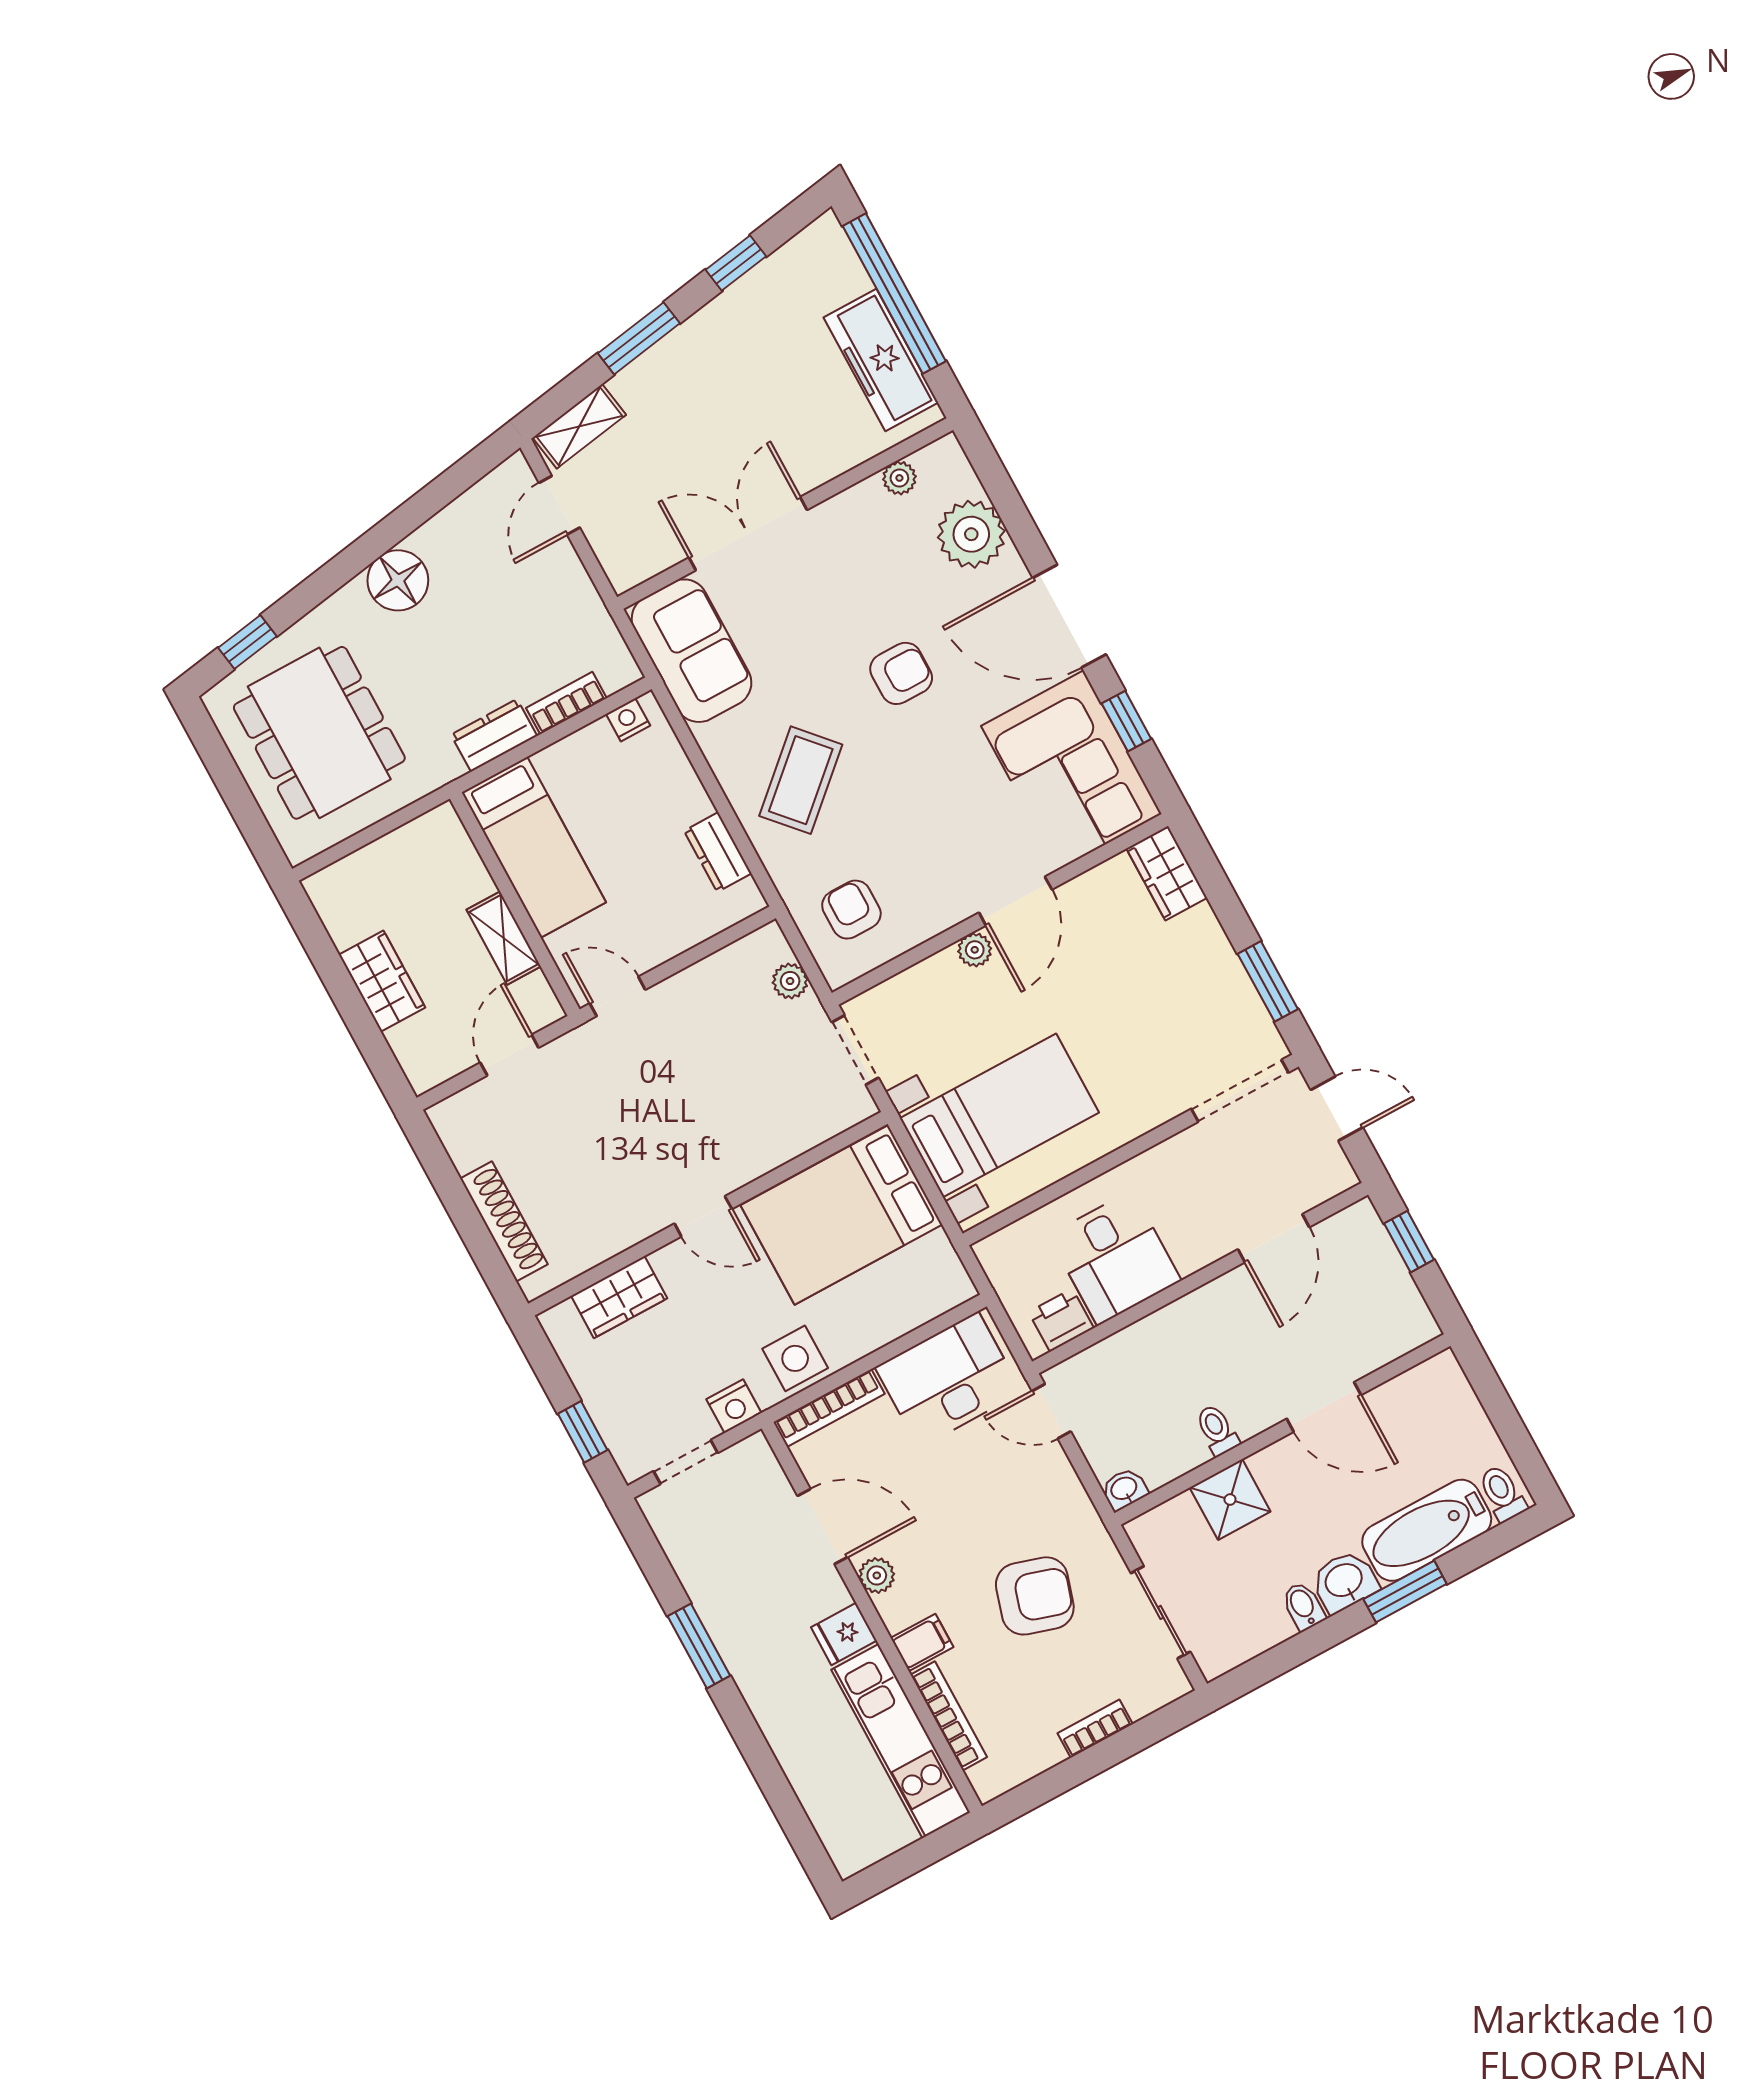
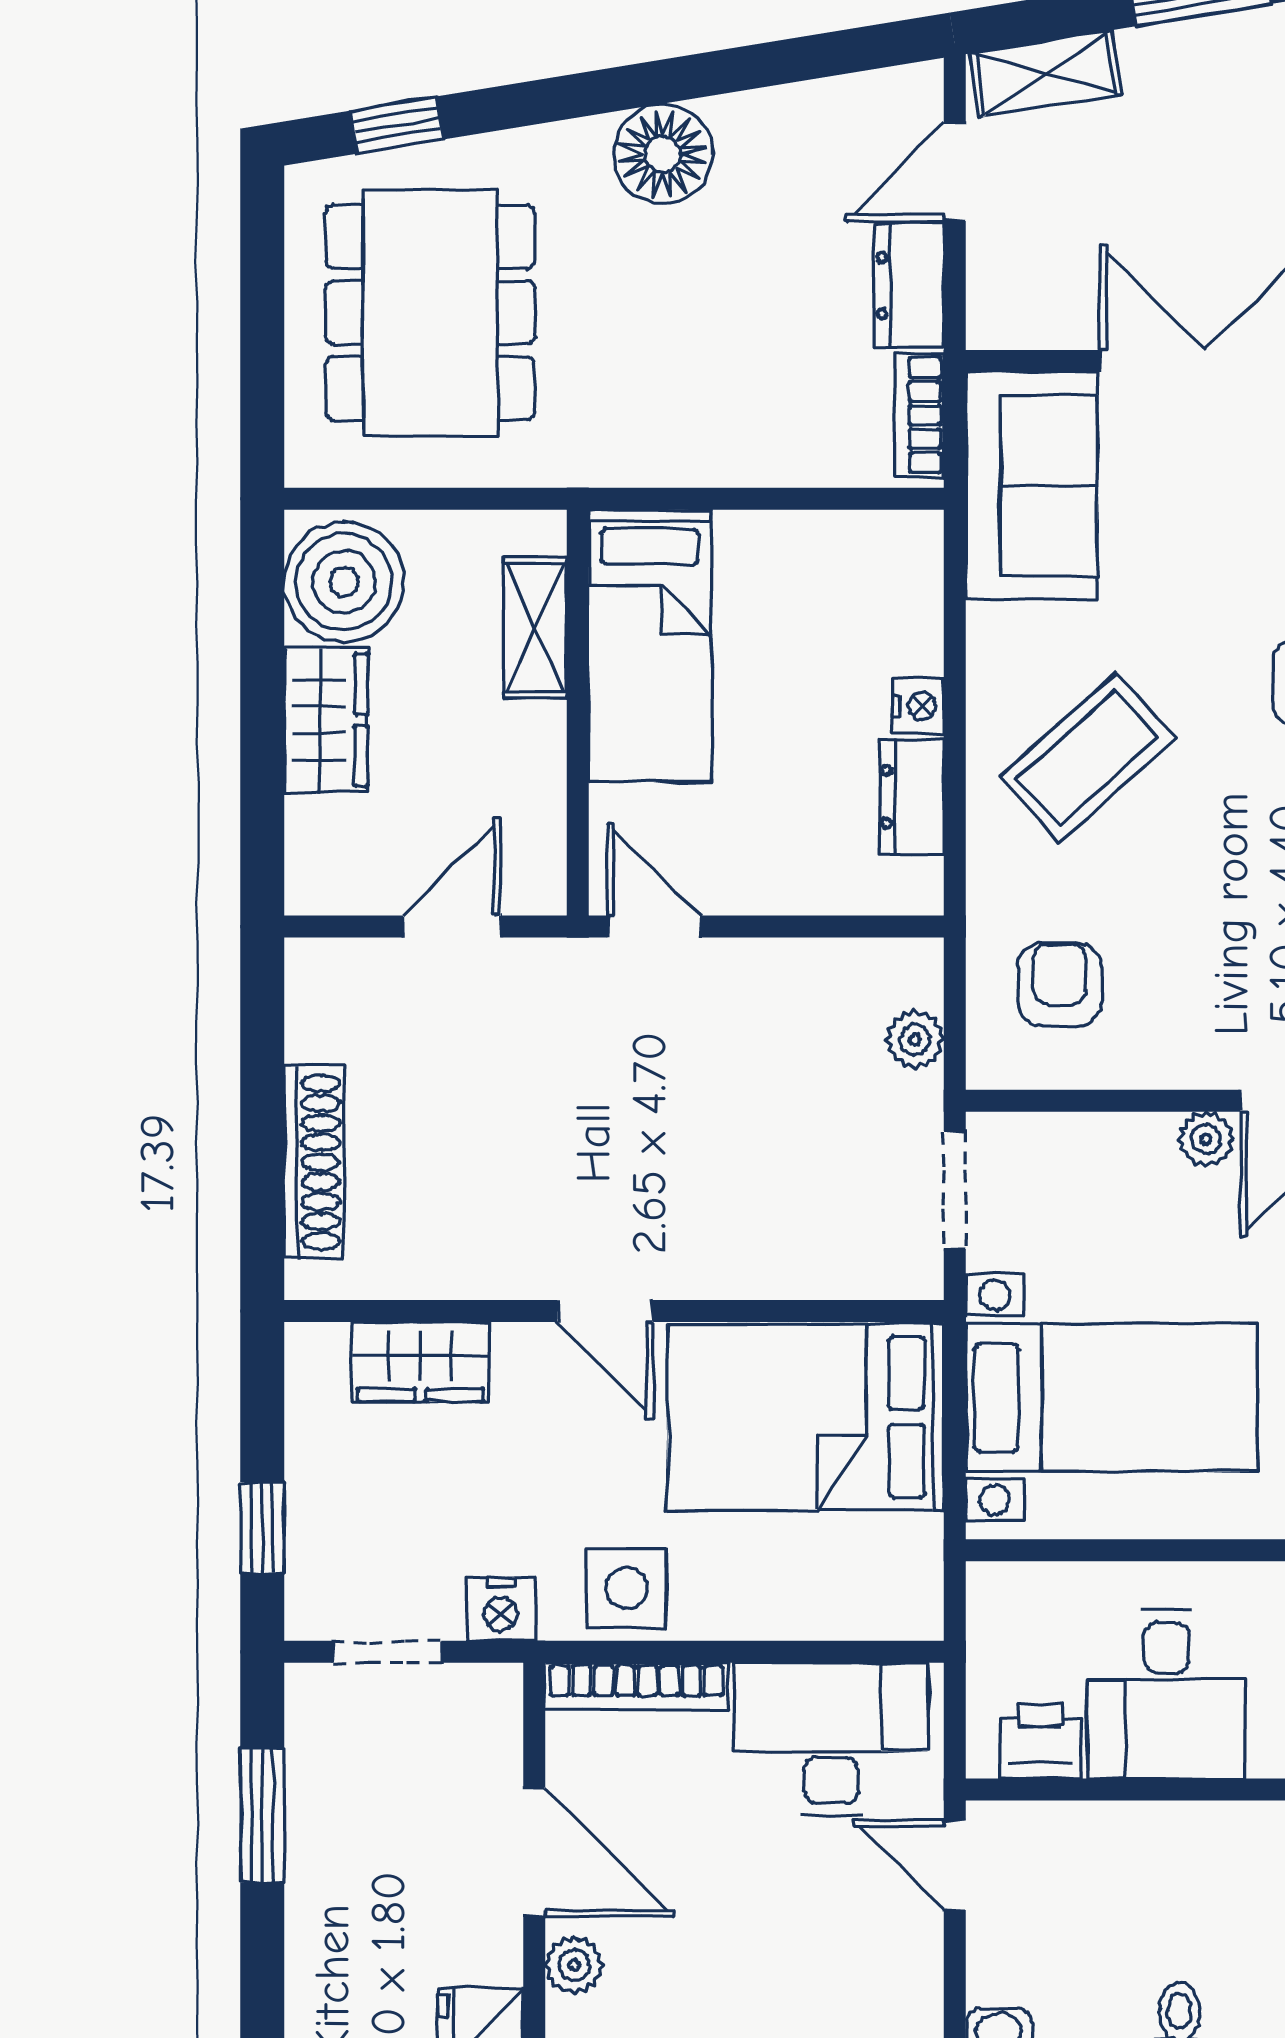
bookcase: (566, 703) -> (919, 415), moved, turned -90
nightstand: (628, 720) -> (918, 706), moved, turned 90
dresser: (494, 735) -> (909, 285), moved, turned -90
boiler: (352, 902) -> (344, 582), added
shelving: (504, 938) -> (535, 628), moved
window: (699, 1646) -> (262, 1815), moved

